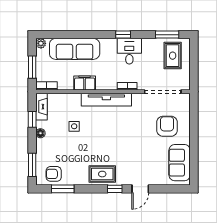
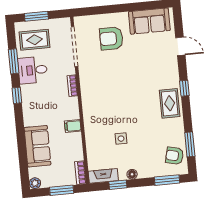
window: (167, 35) -> (14, 61), moved
sofa: (75, 49) -> (37, 146), width x0.73
desk: (129, 51) -> (33, 70), moved
window: (194, 59) -> (36, 16), added
filing cabinet: (85, 83) -> (73, 126), width x0.50
tv unit: (106, 100) -> (89, 107), removed
armchair: (54, 174) -> (175, 156), turned 104
door: (140, 189) -> (180, 46), moved

